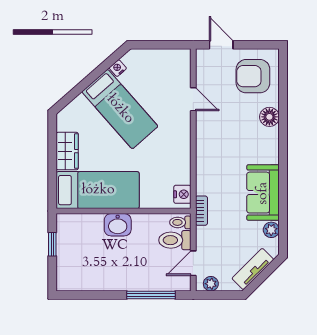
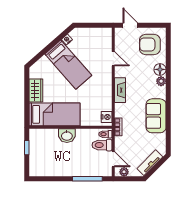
fireplace: (204, 150) -> (120, 90), added
plant: (271, 230) -> (161, 81), moved
door: (193, 263) -> (113, 159), swing flipped

